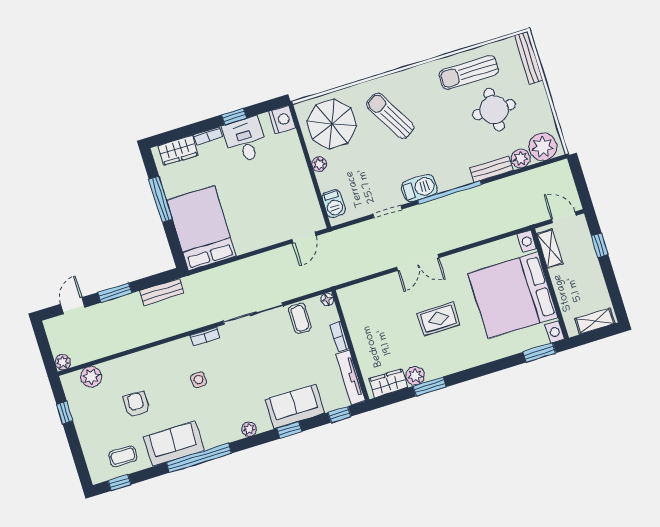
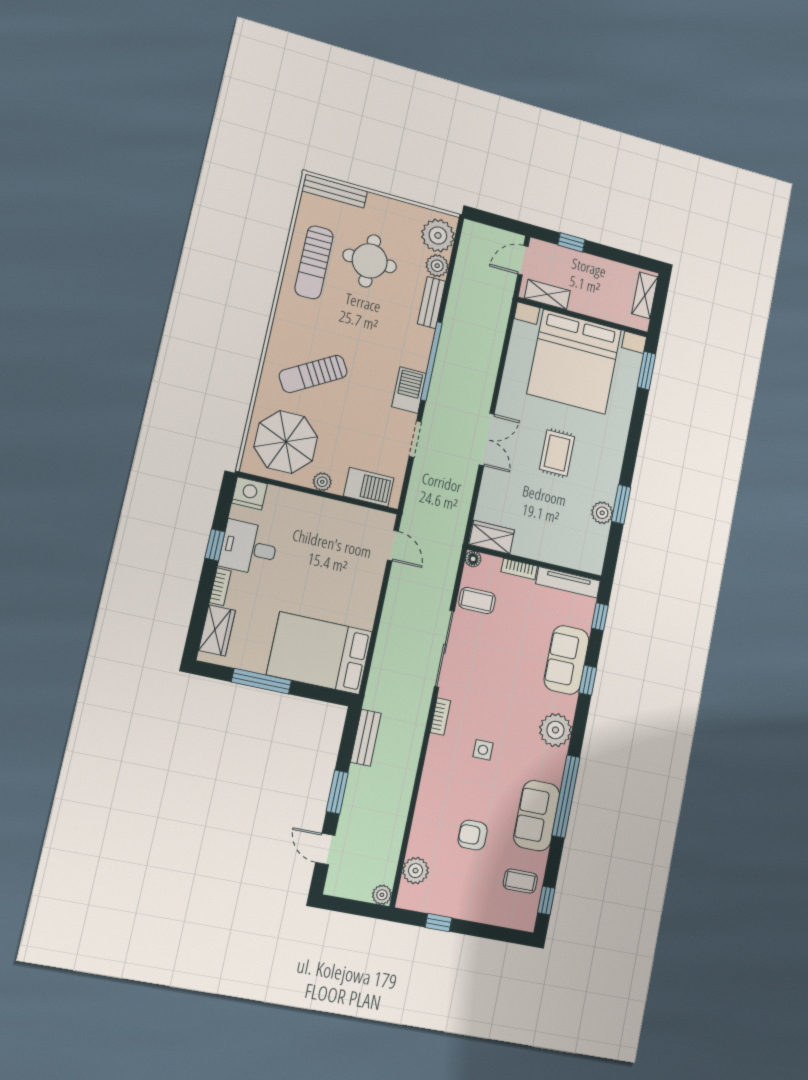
barbecue: (334, 204) -> (369, 487), width x1.38, depth x1.27
wardrobe: (388, 383) -> (492, 537), moved, turned 90
plant: (249, 429) -> (555, 730), width x1.87, depth x1.87
coffee table: (123, 456) -> (520, 881), turned 90

